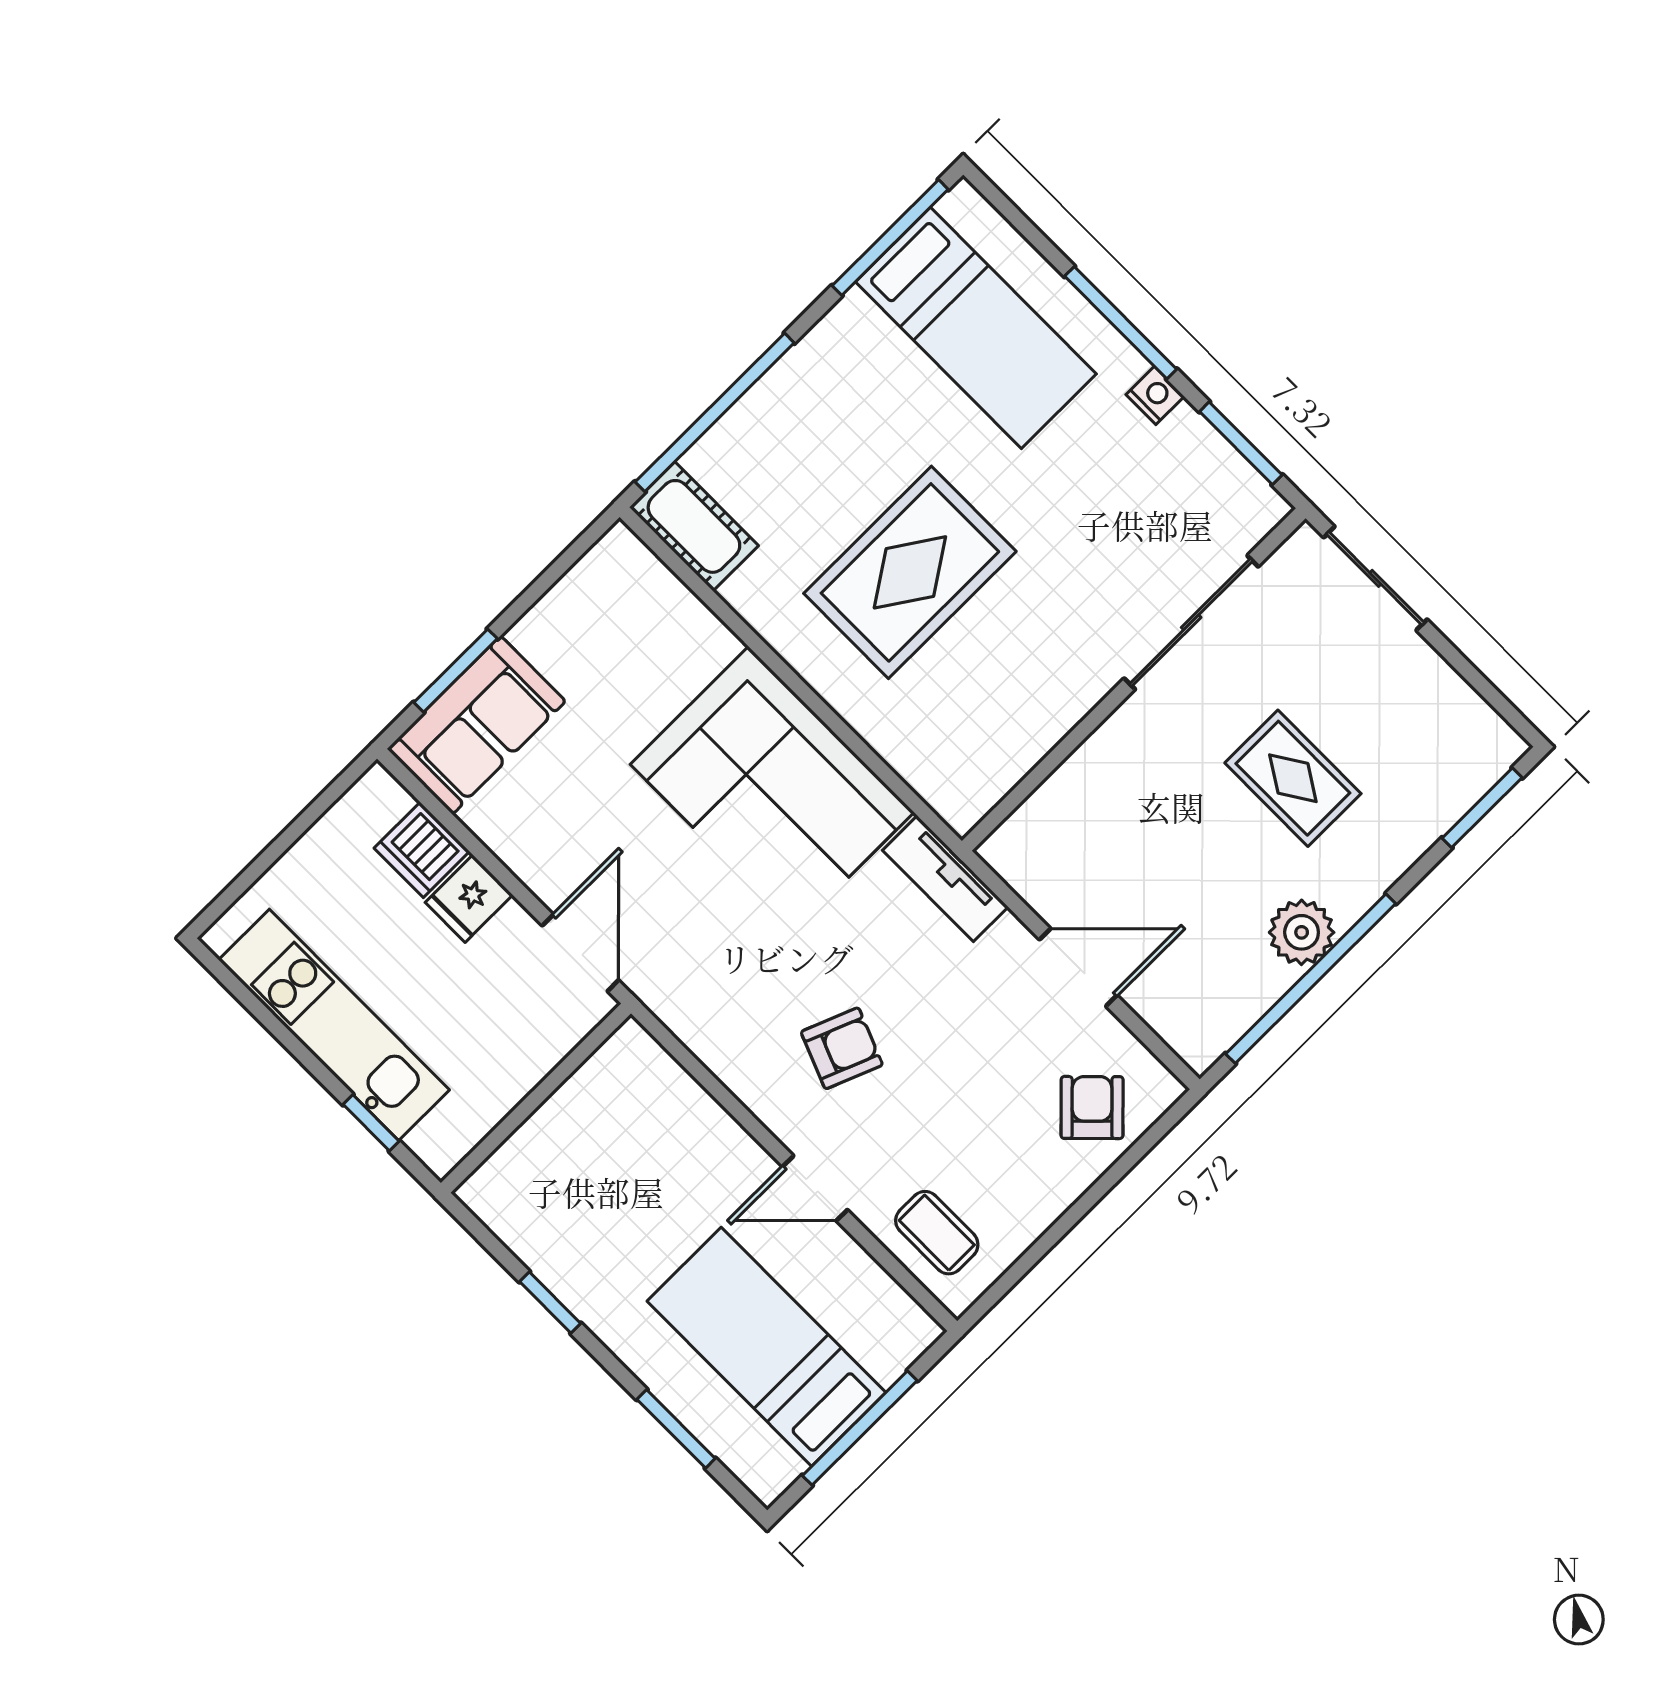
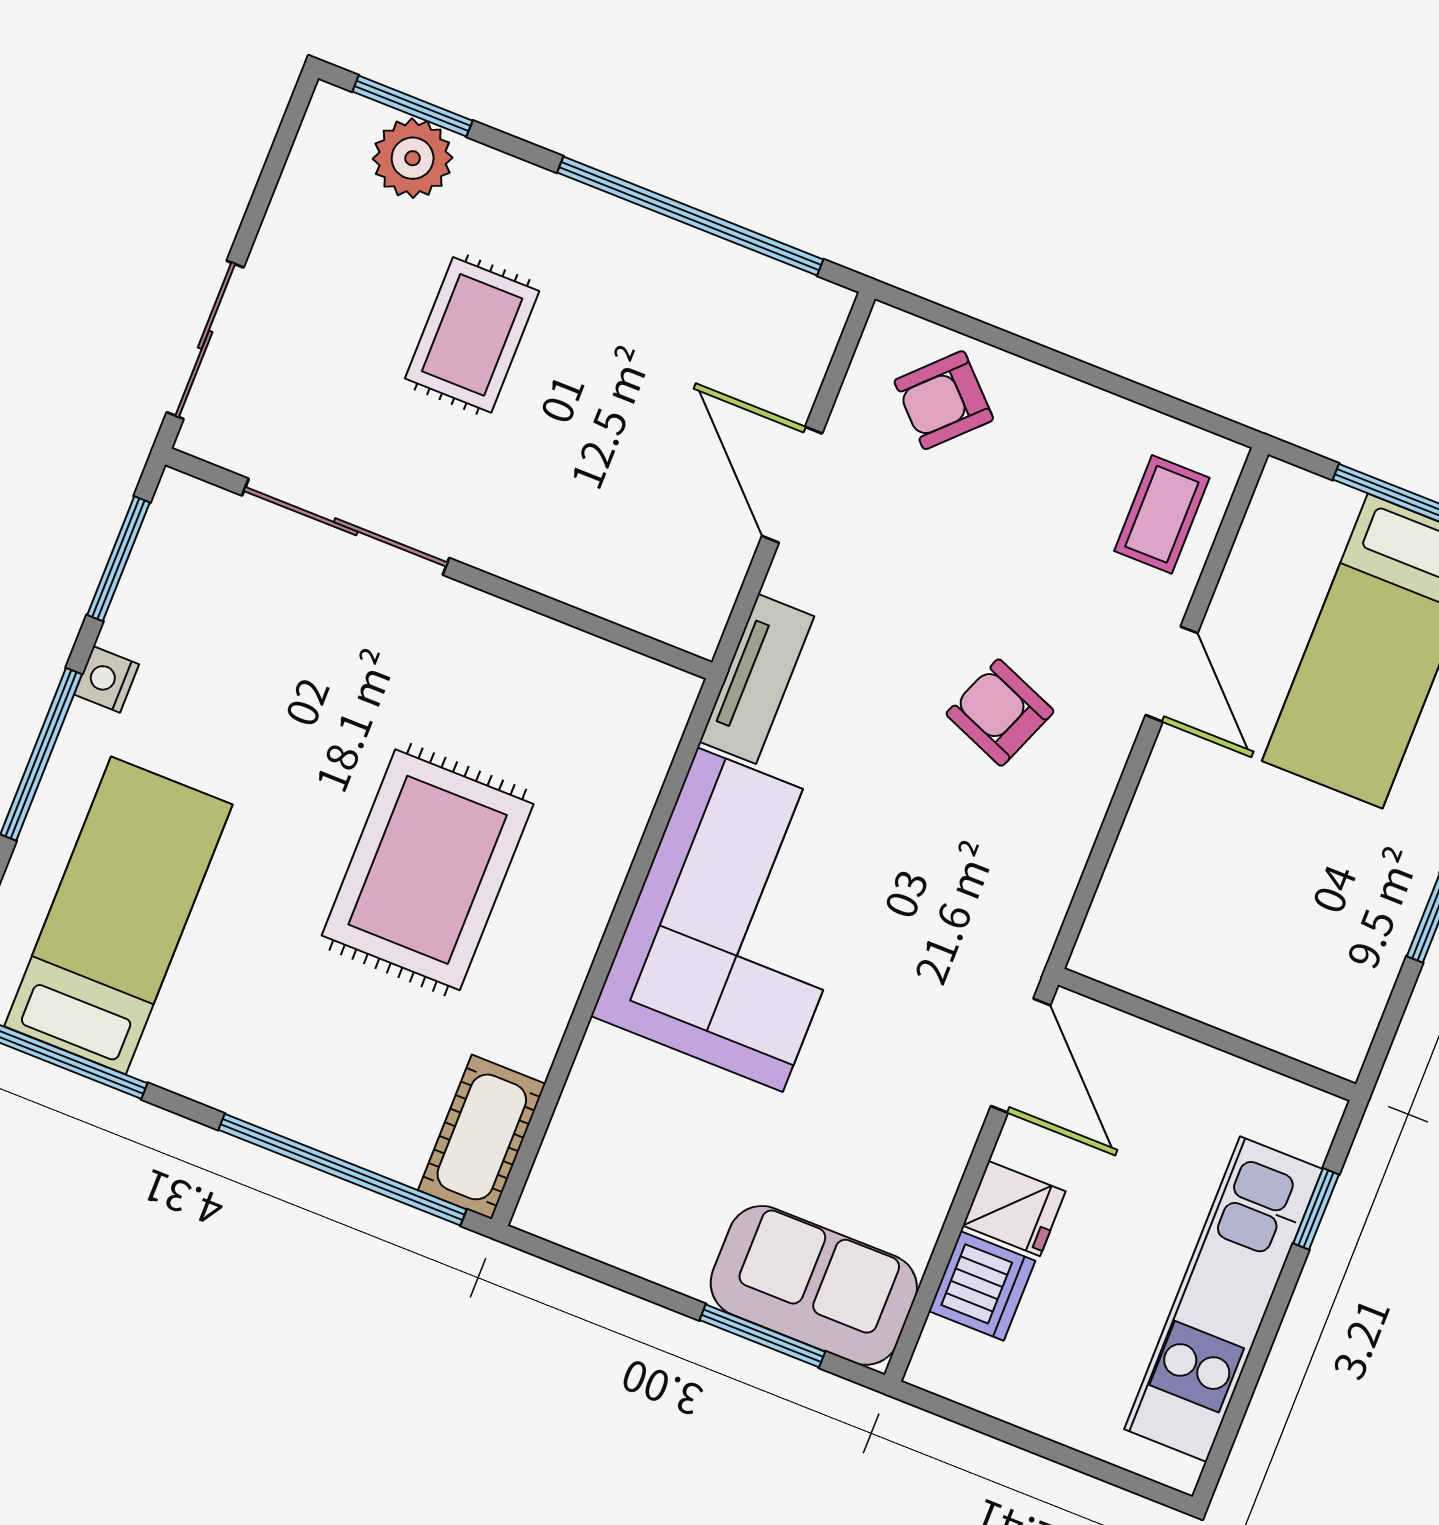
rug: (910, 572) -> (428, 870), turned 90
plant: (1302, 932) -> (413, 158), moved
door: (580, 953) -> (1021, 1056), swing flipped

